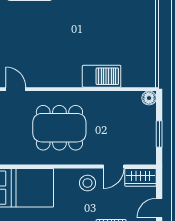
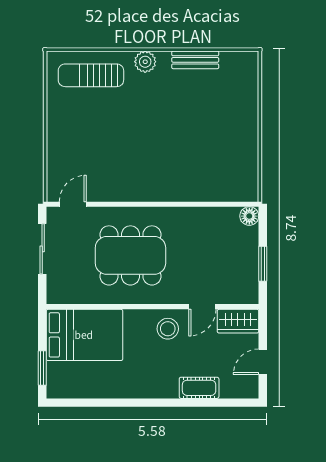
barbecue: (102, 76) -> (186, 187), removed
door: (16, 89) -> (73, 204), hinge flipped

